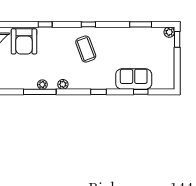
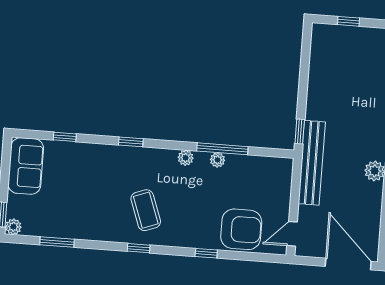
armchair: (24, 41) -> (241, 229), turned 90
sofa: (134, 79) -> (26, 166), moved, turned -90

